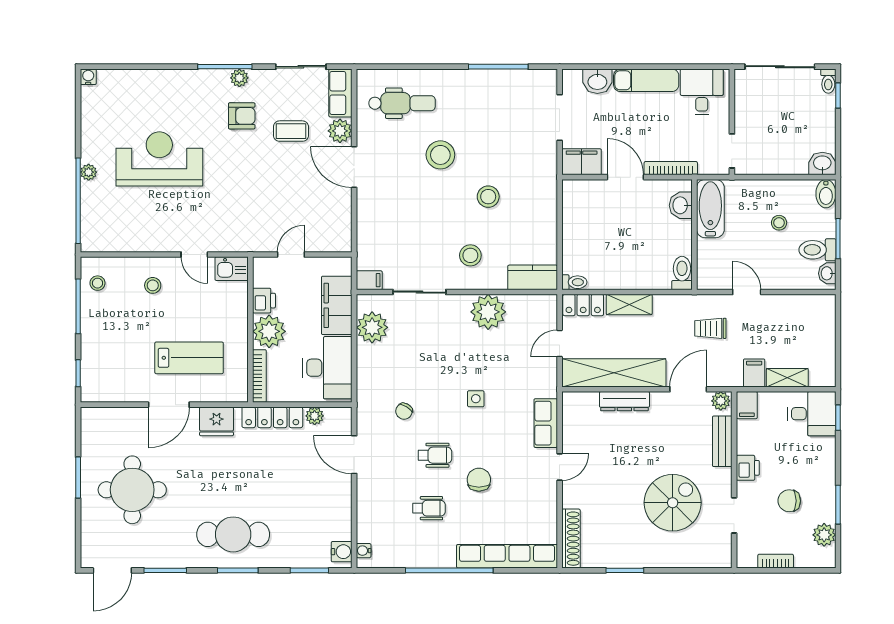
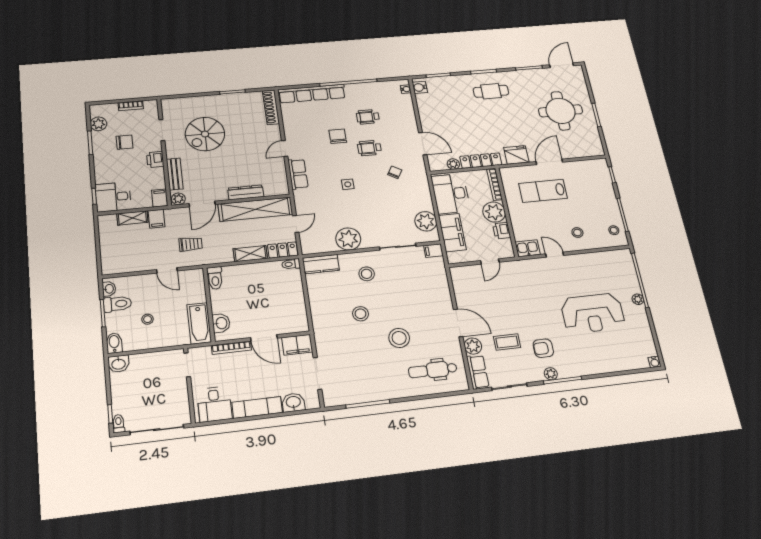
chair: (479, 480) -> (338, 136), turned 180
cafe table: (233, 534) -> (491, 91), width x0.73, depth x0.74

